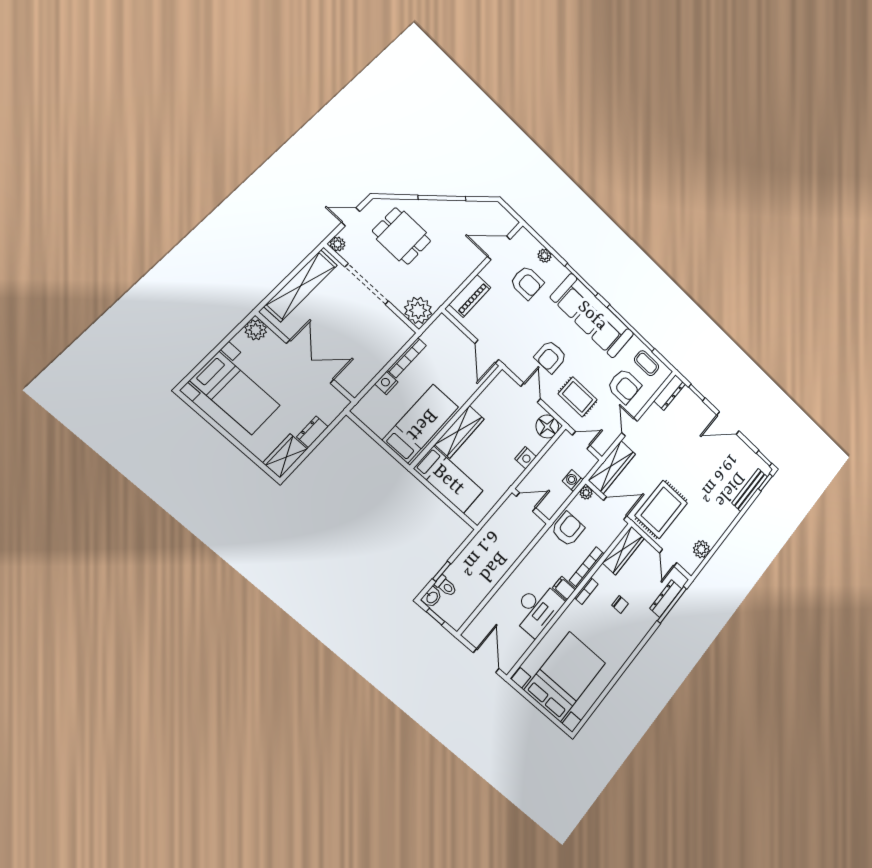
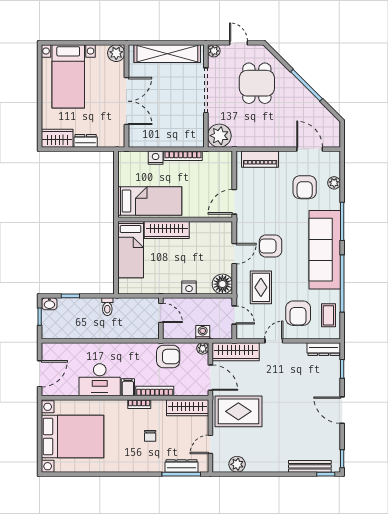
toilet: (446, 586) -> (107, 307), moved

